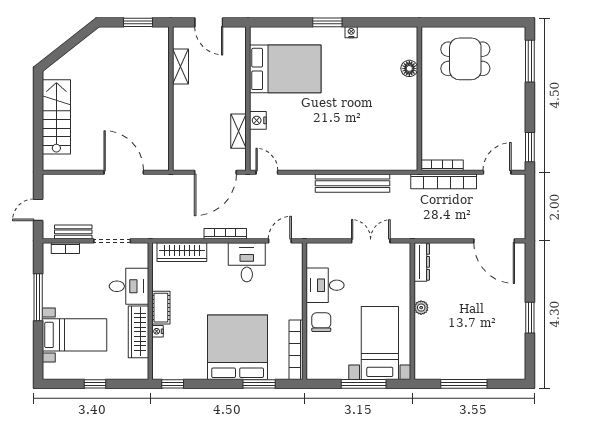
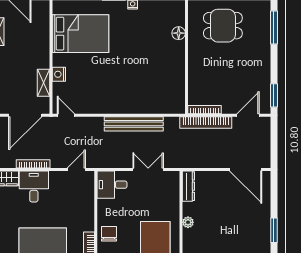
desk: (247, 262) -> (34, 186), moved
desk: (325, 285) -> (112, 185), moved

